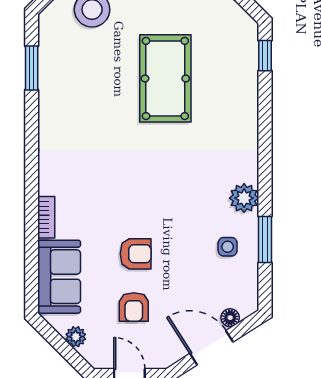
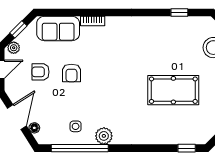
window: (32, 68) -> (179, 13), width x0.67
window: (265, 240) -> (80, 148), width x2.11
plant: (76, 337) -> (14, 48), moved
window: (61, 345) -> (18, 29), added

